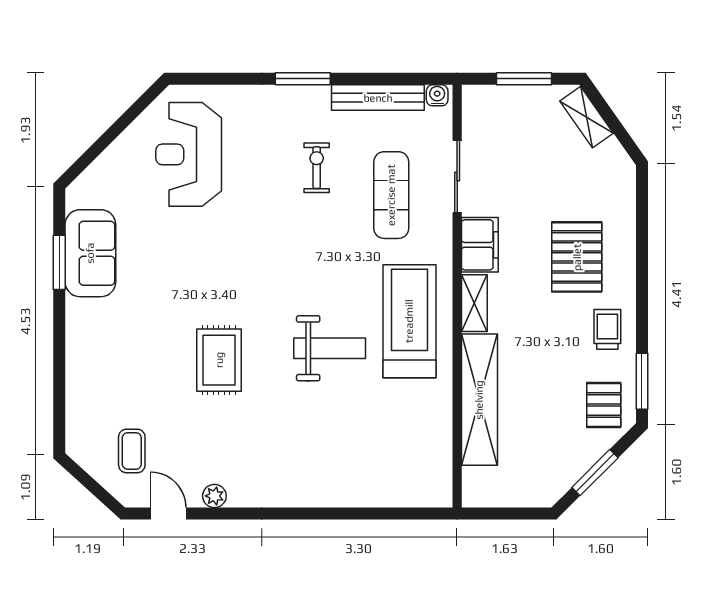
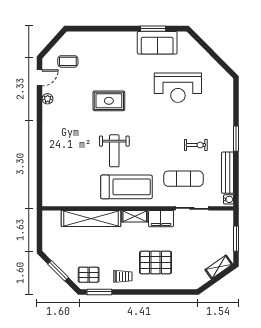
reception desk: (189, 154) -> (178, 88), moved, turned 180

